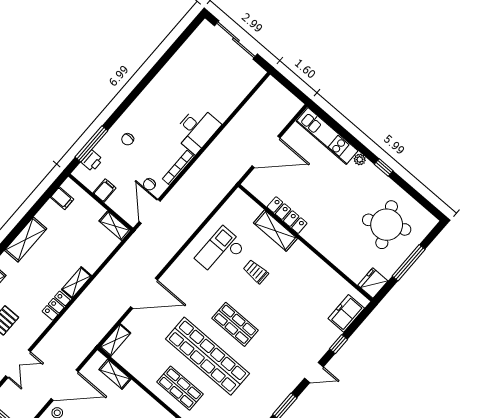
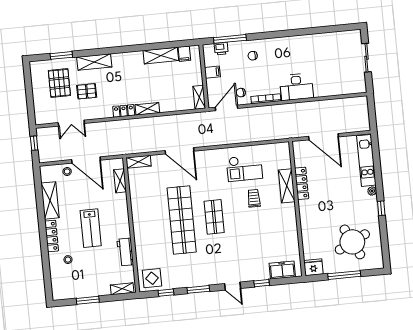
sliding door: (236, 40) -> (366, 58), width x0.73
shelving: (26, 239) -> (161, 56), moved
checkout: (220, 252) -> (244, 168), turned 180
shop shelf: (180, 388) -> (149, 223), removed

